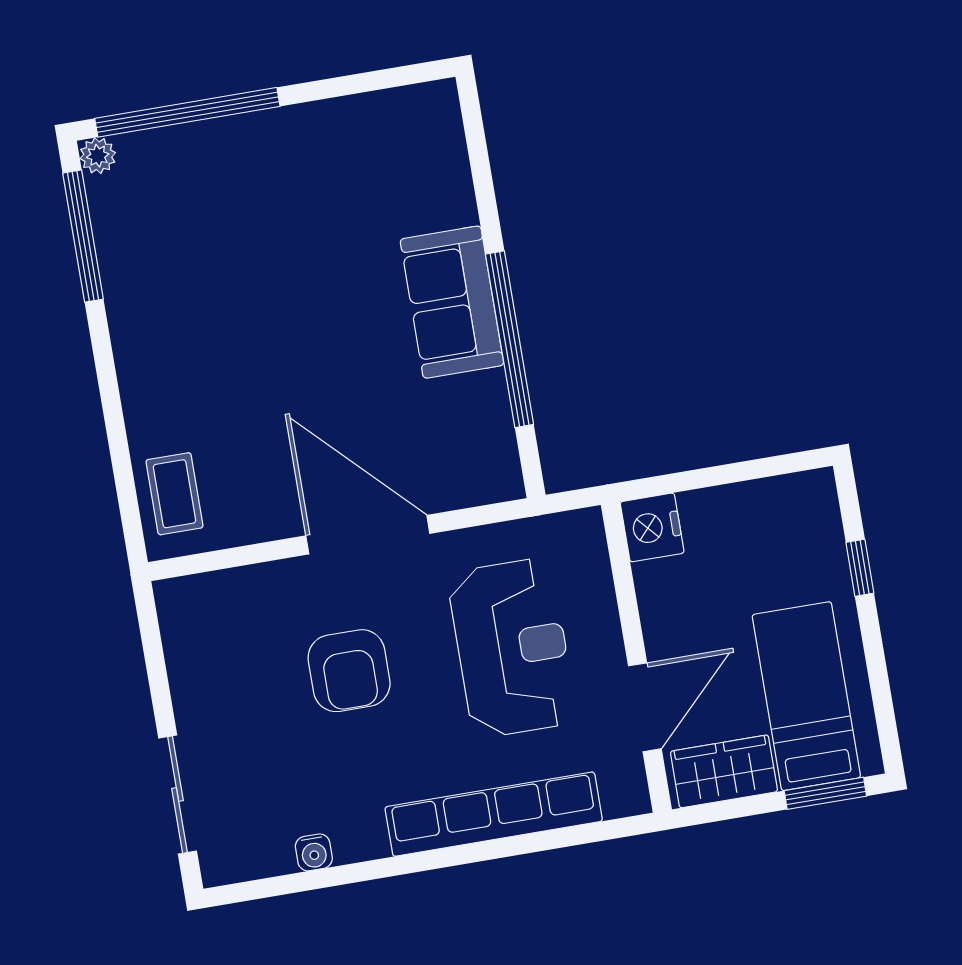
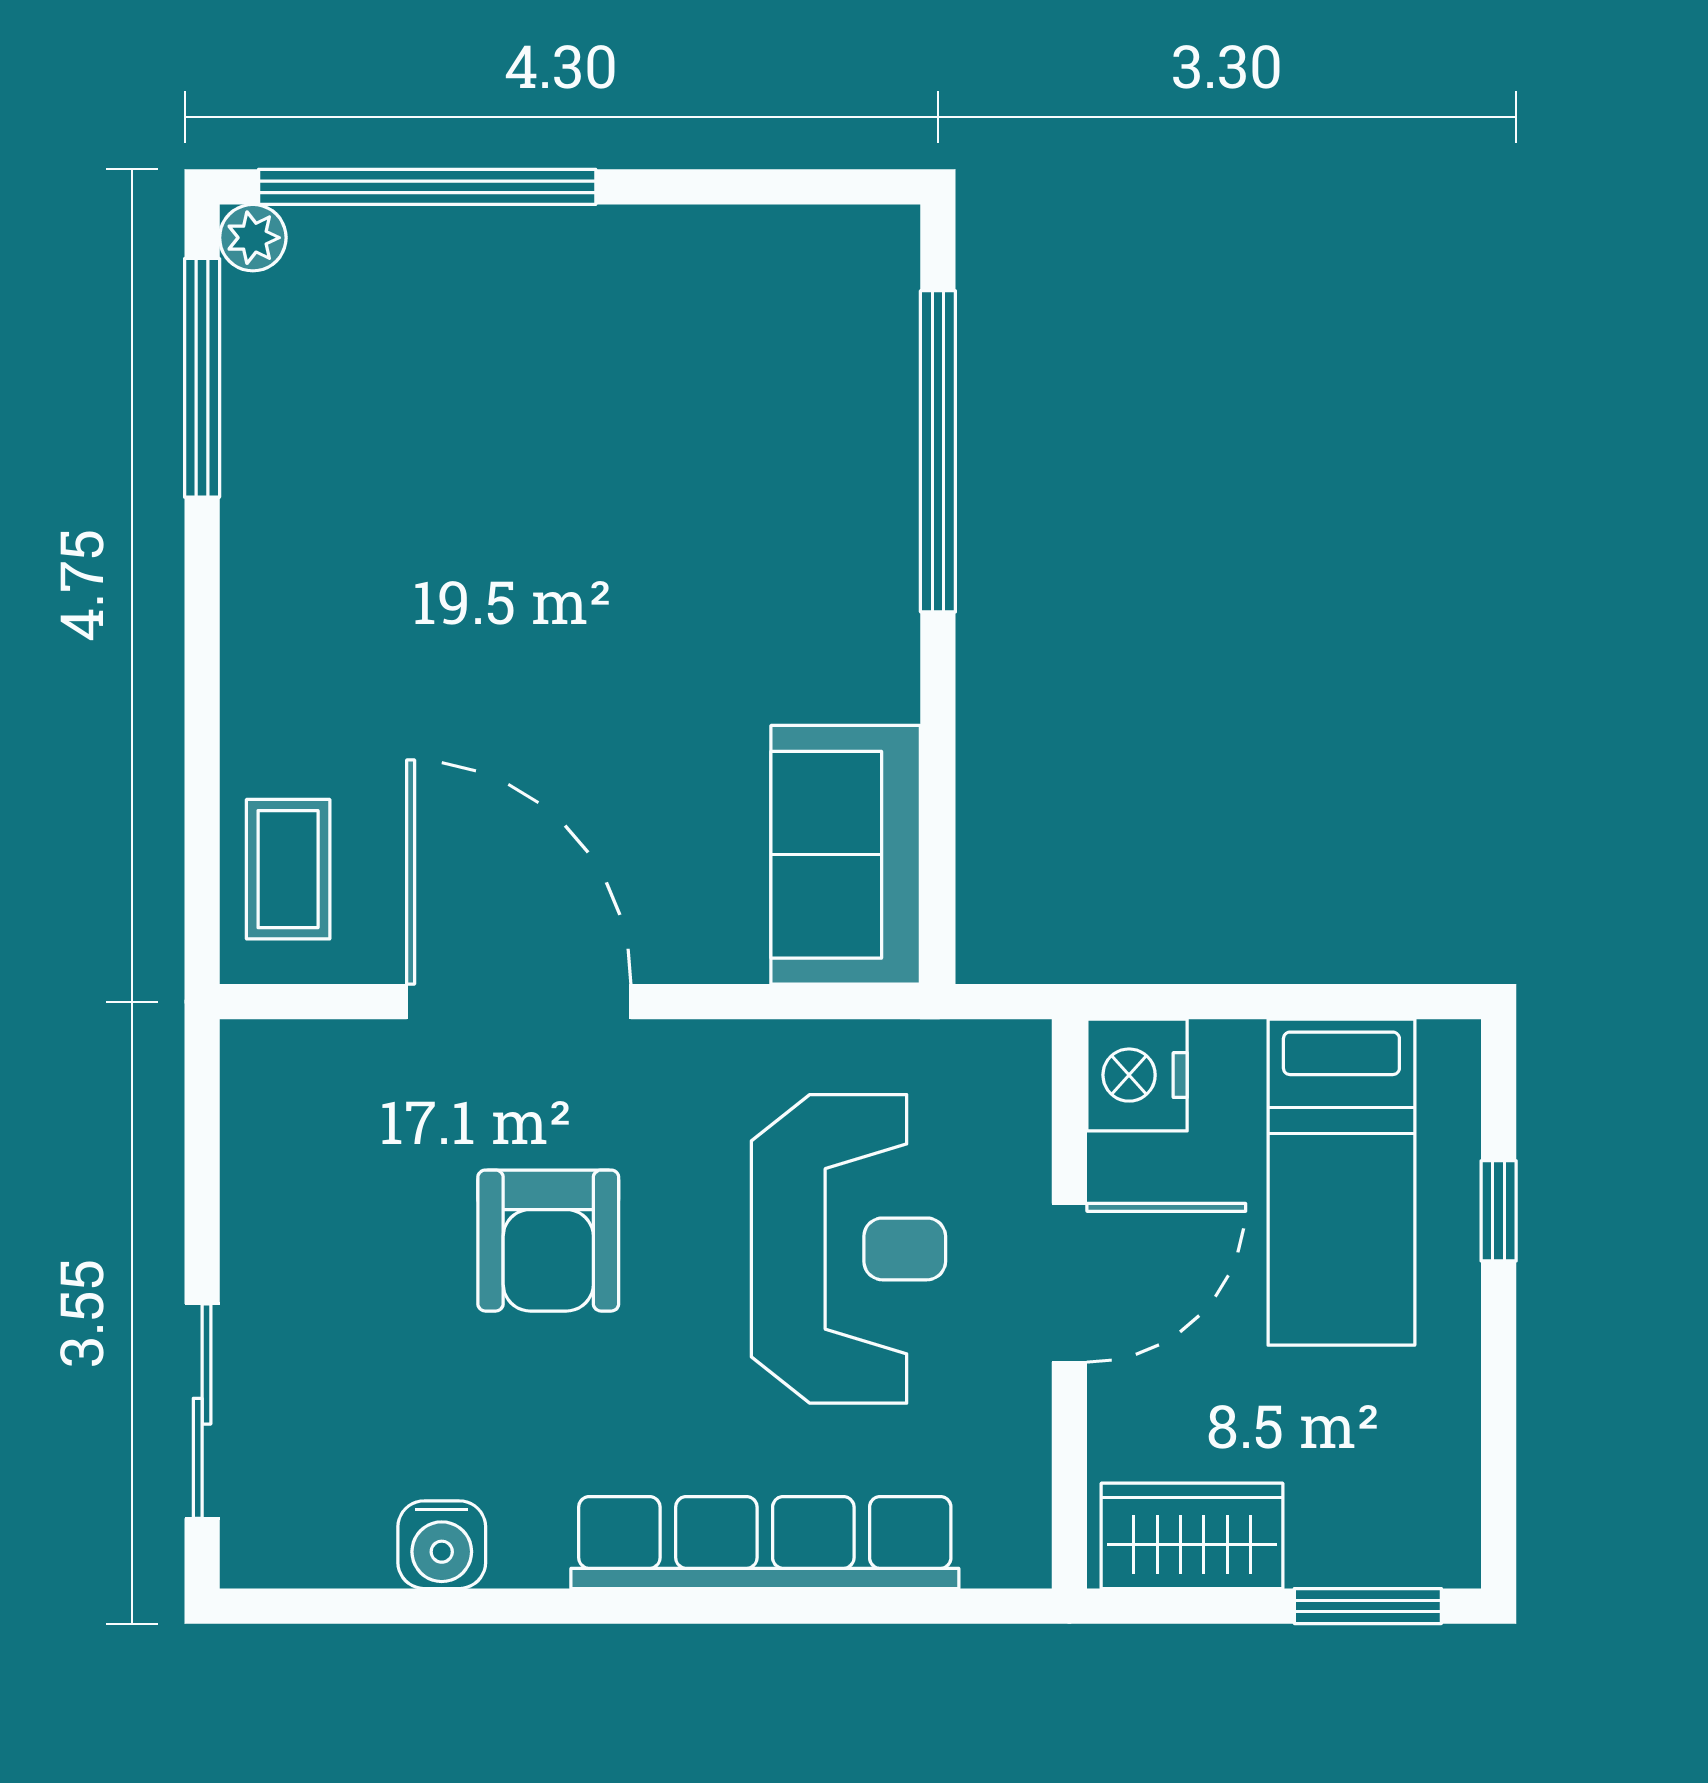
sofa: (452, 302) -> (846, 855), moved
window: (510, 339) -> (938, 451), moved
door: (368, 535) -> (519, 1002), moved
bed: (806, 696) -> (1341, 1182), moved, turned 180
door: (645, 707) -> (1069, 1283), moved
water cooler: (314, 852) -> (442, 1545), width x1.38, depth x1.38

